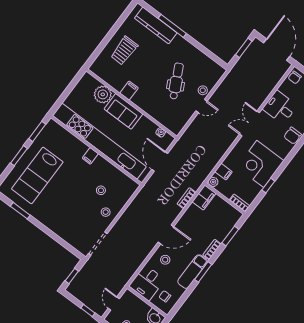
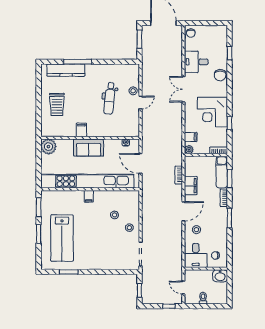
dental chair: (176, 81) -> (110, 98), turned -147
plant: (103, 94) -> (48, 147), moved
filing cabinet: (204, 198) -> (191, 186), moved
exam couch: (192, 272) -> (222, 172), moved

